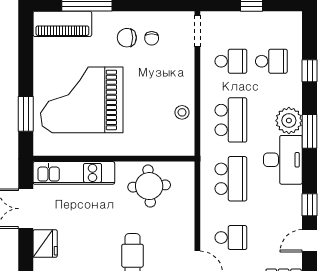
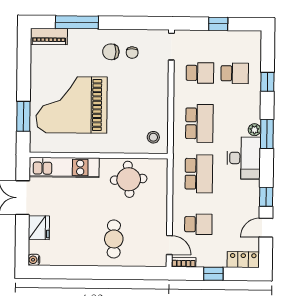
piano: (62, 24) -> (49, 37), width x0.73, depth x0.75
stool: (182, 112) -> (153, 137), moved
plant: (289, 121) -> (254, 130), width x0.53, depth x0.53

